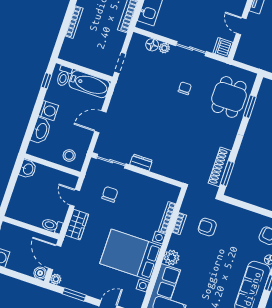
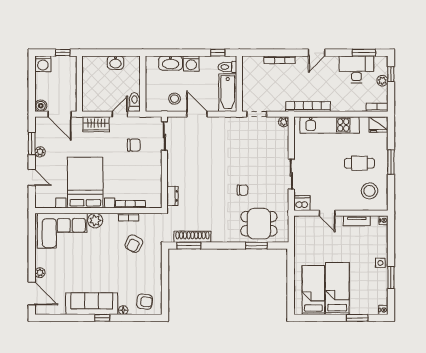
door: (241, 26) -> (327, 213), swing flipped
floor lamp: (152, 45) -> (283, 138), removed
plant: (164, 48) -> (284, 122), moved
chair: (185, 88) -> (242, 190), moved
stool: (69, 155) -> (174, 99), moved
dresser: (141, 162) -> (172, 196), moved
washbasin: (28, 169) -> (116, 63), moved
toilet: (52, 226) -> (134, 102), moved
armchair: (207, 227) -> (134, 244), turned -153
door: (55, 257) -> (60, 114), swing flipped
plant: (56, 279) -> (40, 152), moved

